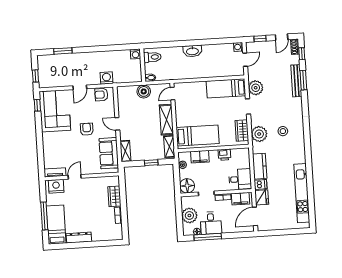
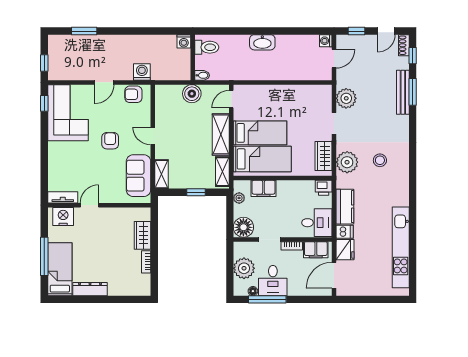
bed: (226, 88) -> (260, 133), moved, turned 180
printer: (224, 155) -> (324, 188), moved

